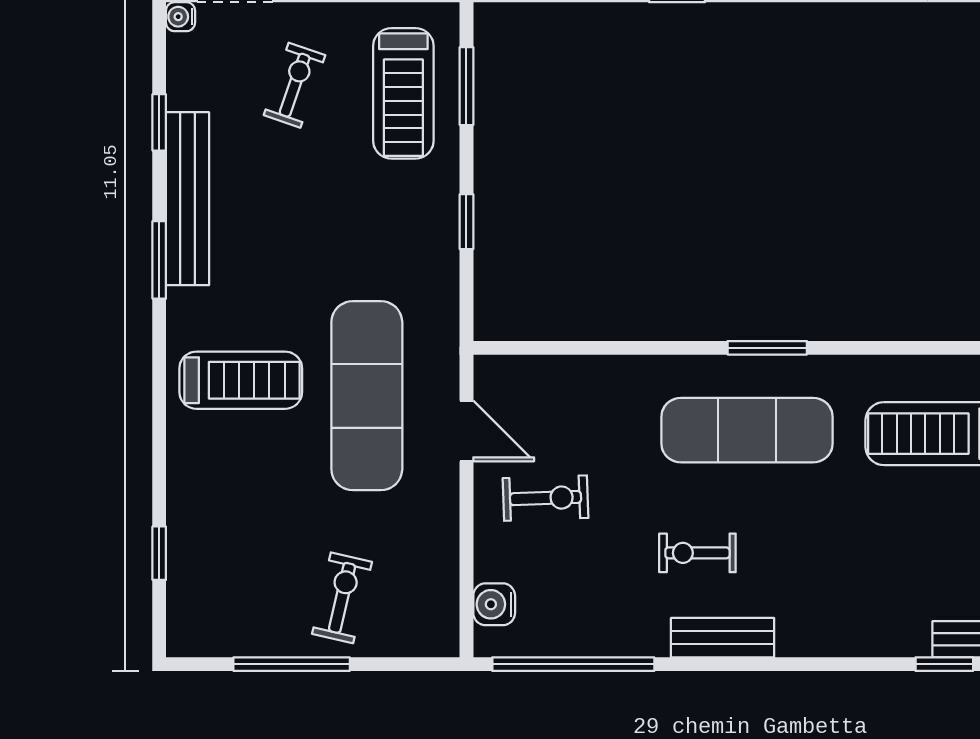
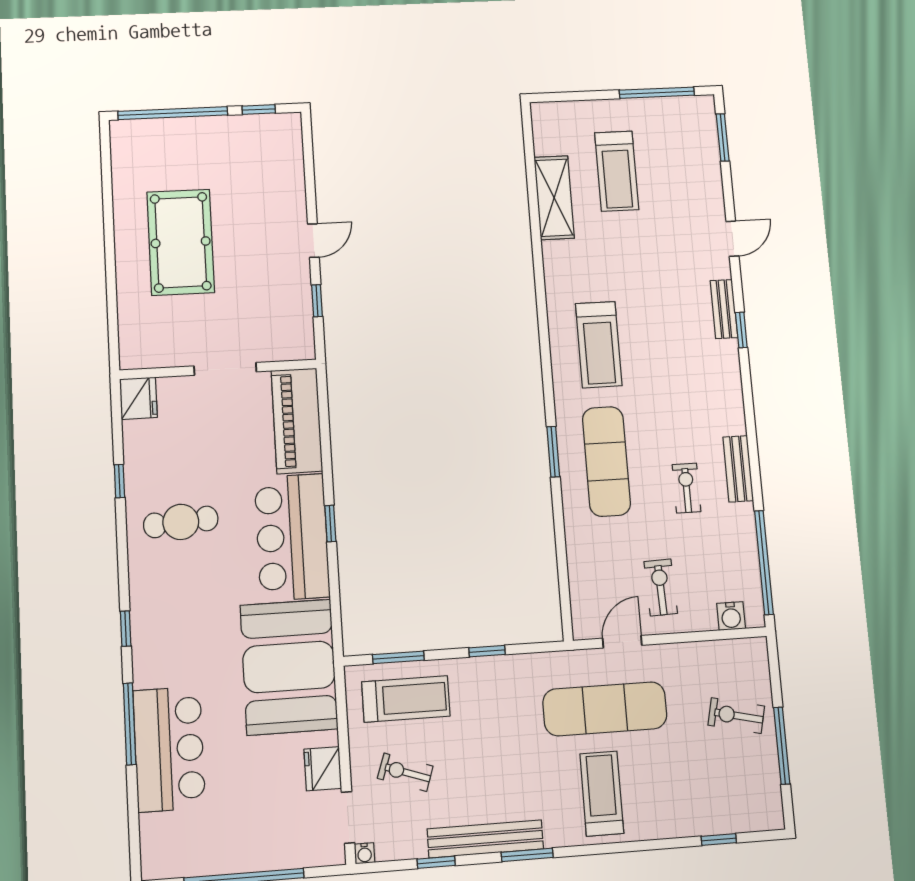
exercise bike: (697, 553) -> (687, 488), turned 180

